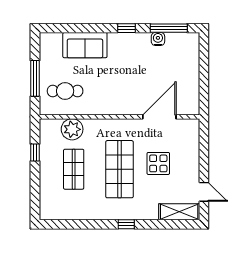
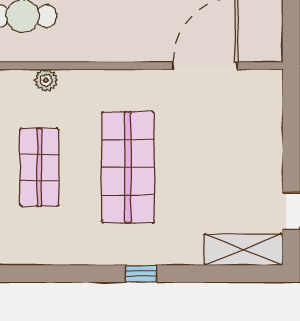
plant: (72, 129) -> (46, 80), width x0.53, depth x0.53
display table: (158, 163) -> (203, 156), removed

